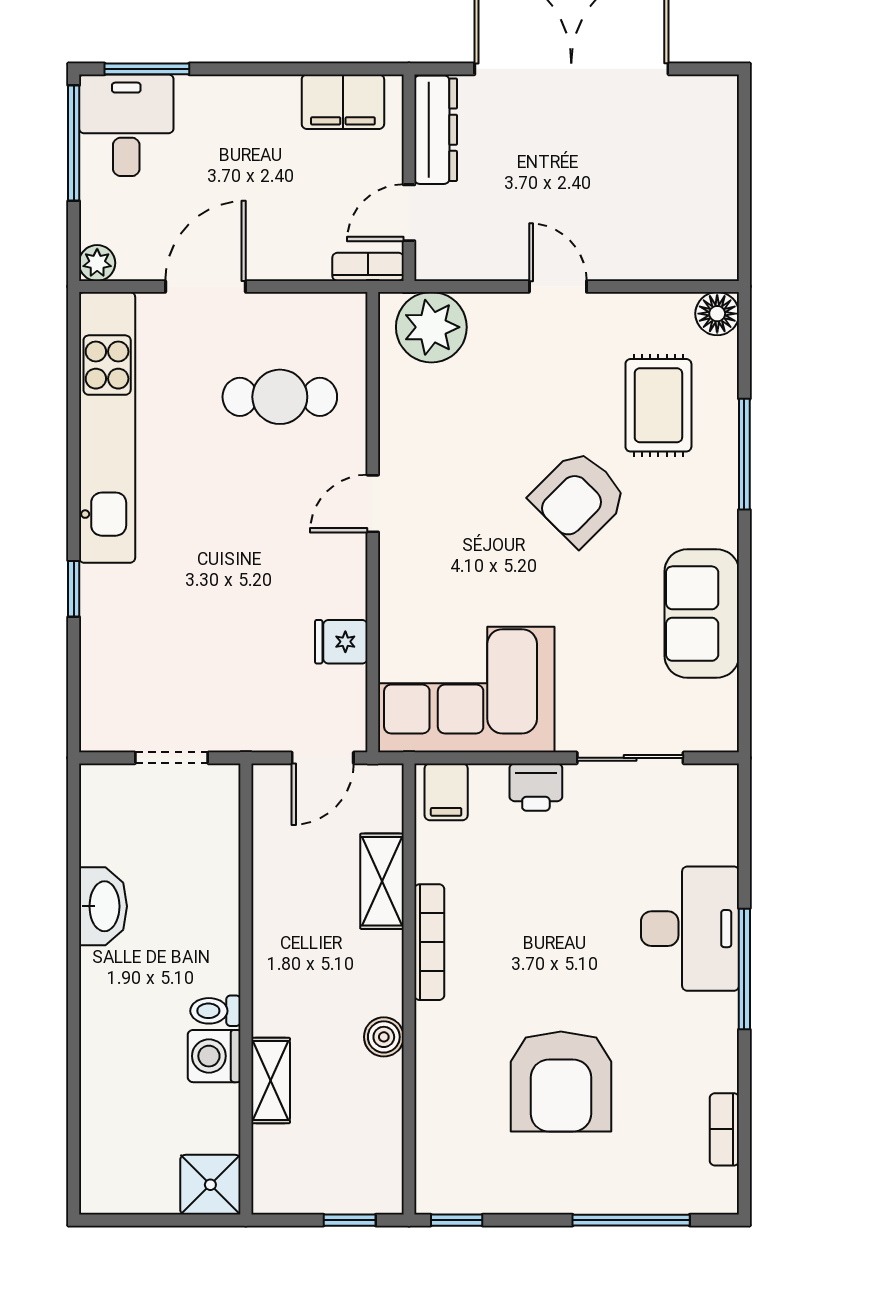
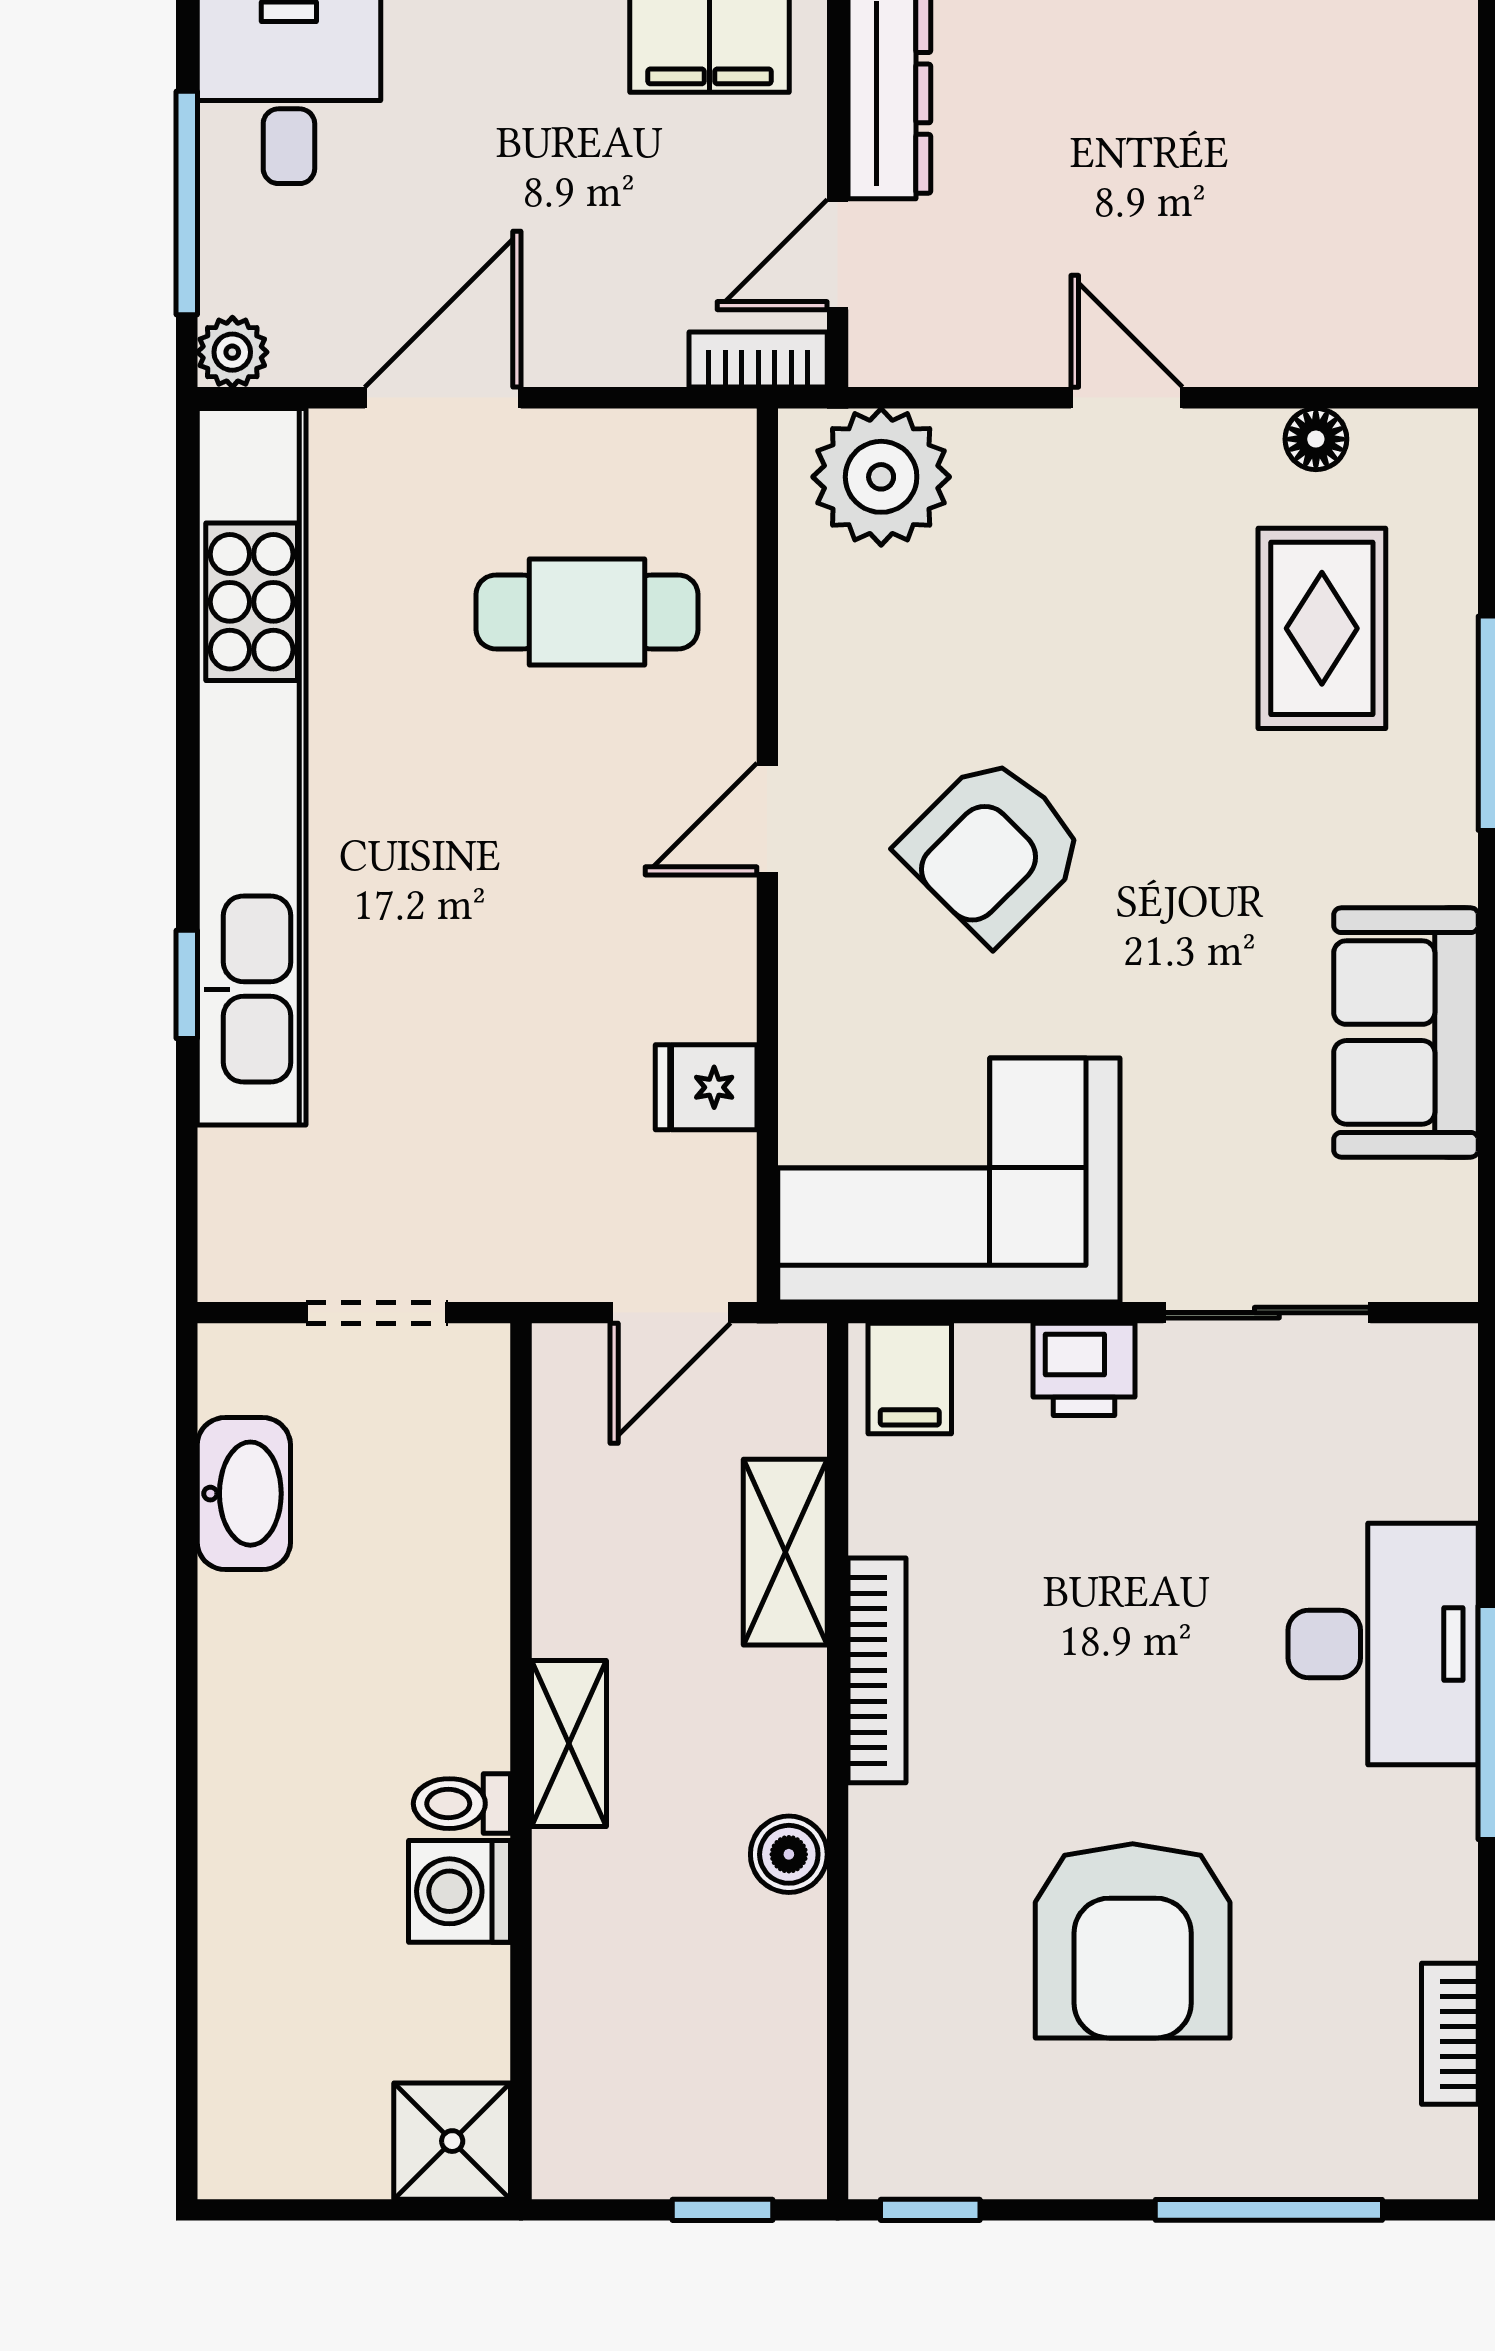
window: (74, 143) -> (187, 203), moved
floor lamp: (717, 314) -> (1316, 439), moved, width x0.73, depth x0.73
kitchen unit: (107, 427) -> (252, 767), width x1.36
armchair: (579, 498) -> (993, 849), moved
washbasin: (103, 906) -> (244, 1494), moved
shelving: (271, 1080) -> (569, 1743), moved

